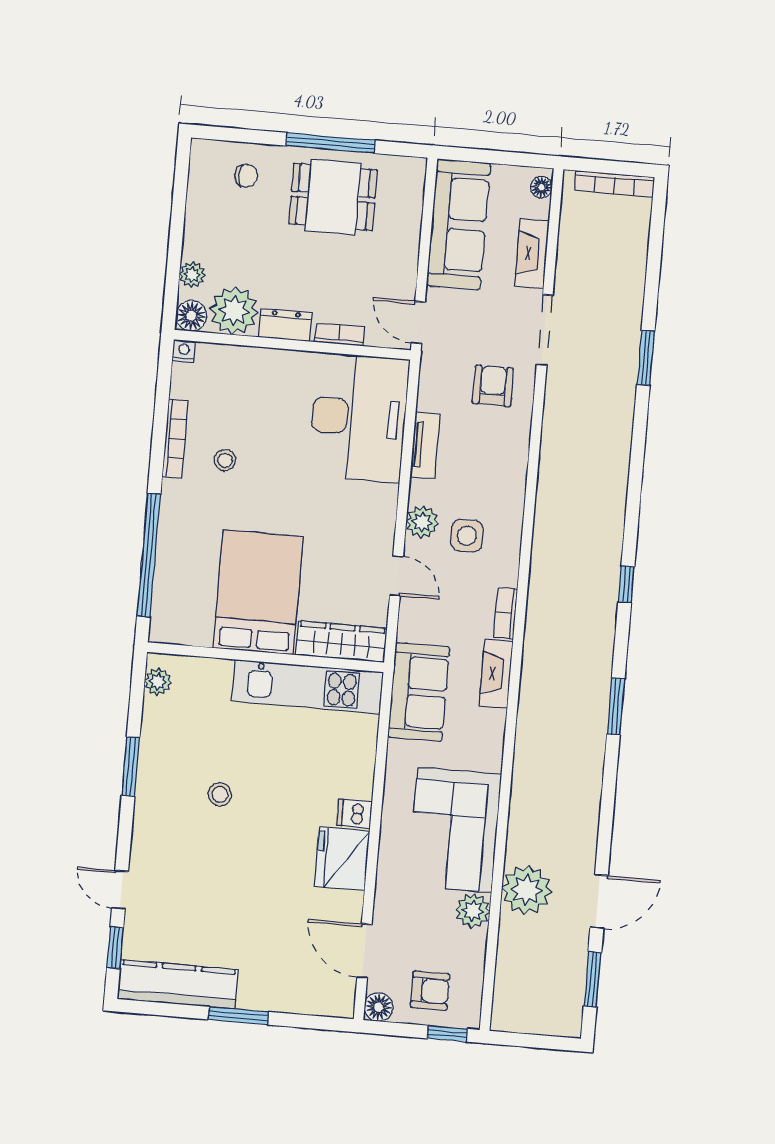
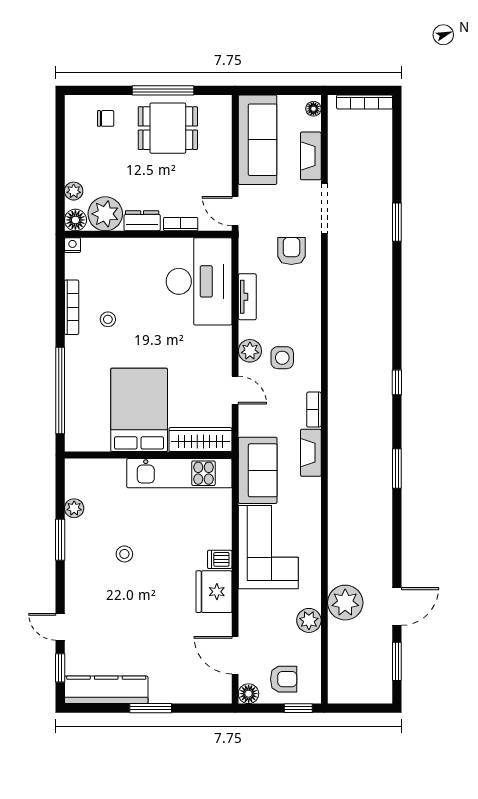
plant: (158, 682) -> (74, 508), moved
corner sofa: (455, 830) -> (268, 547), moved, turned 180

